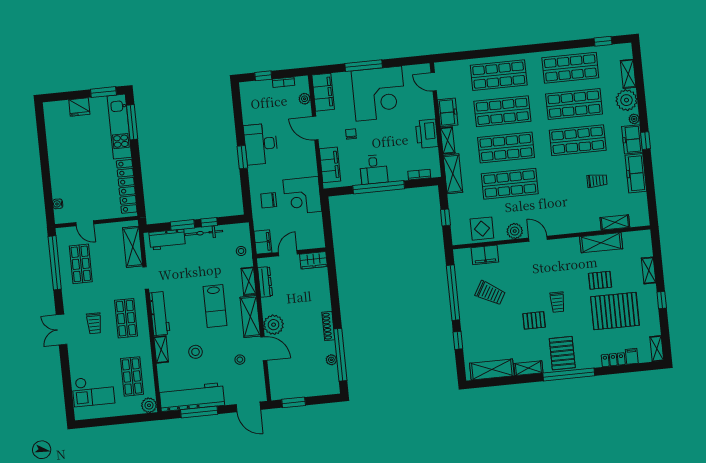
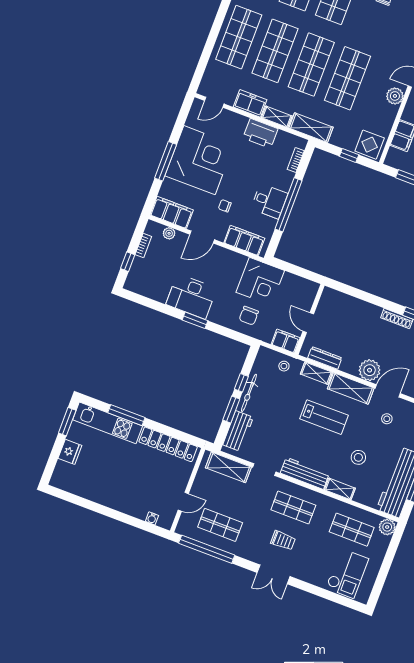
window: (132, 122) -> (126, 415), moved
display table: (482, 229) -> (370, 145), moved
wardrobe: (313, 260) -> (327, 302), removed

